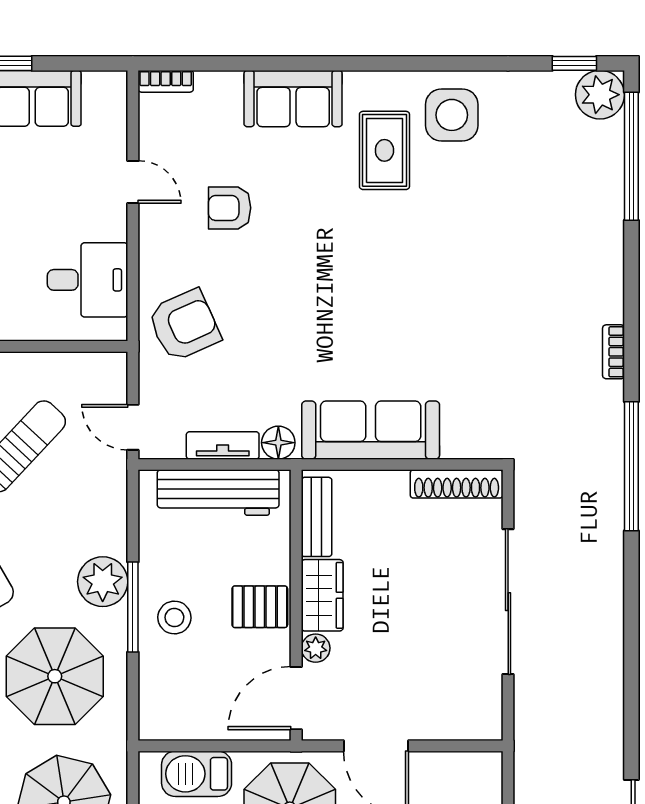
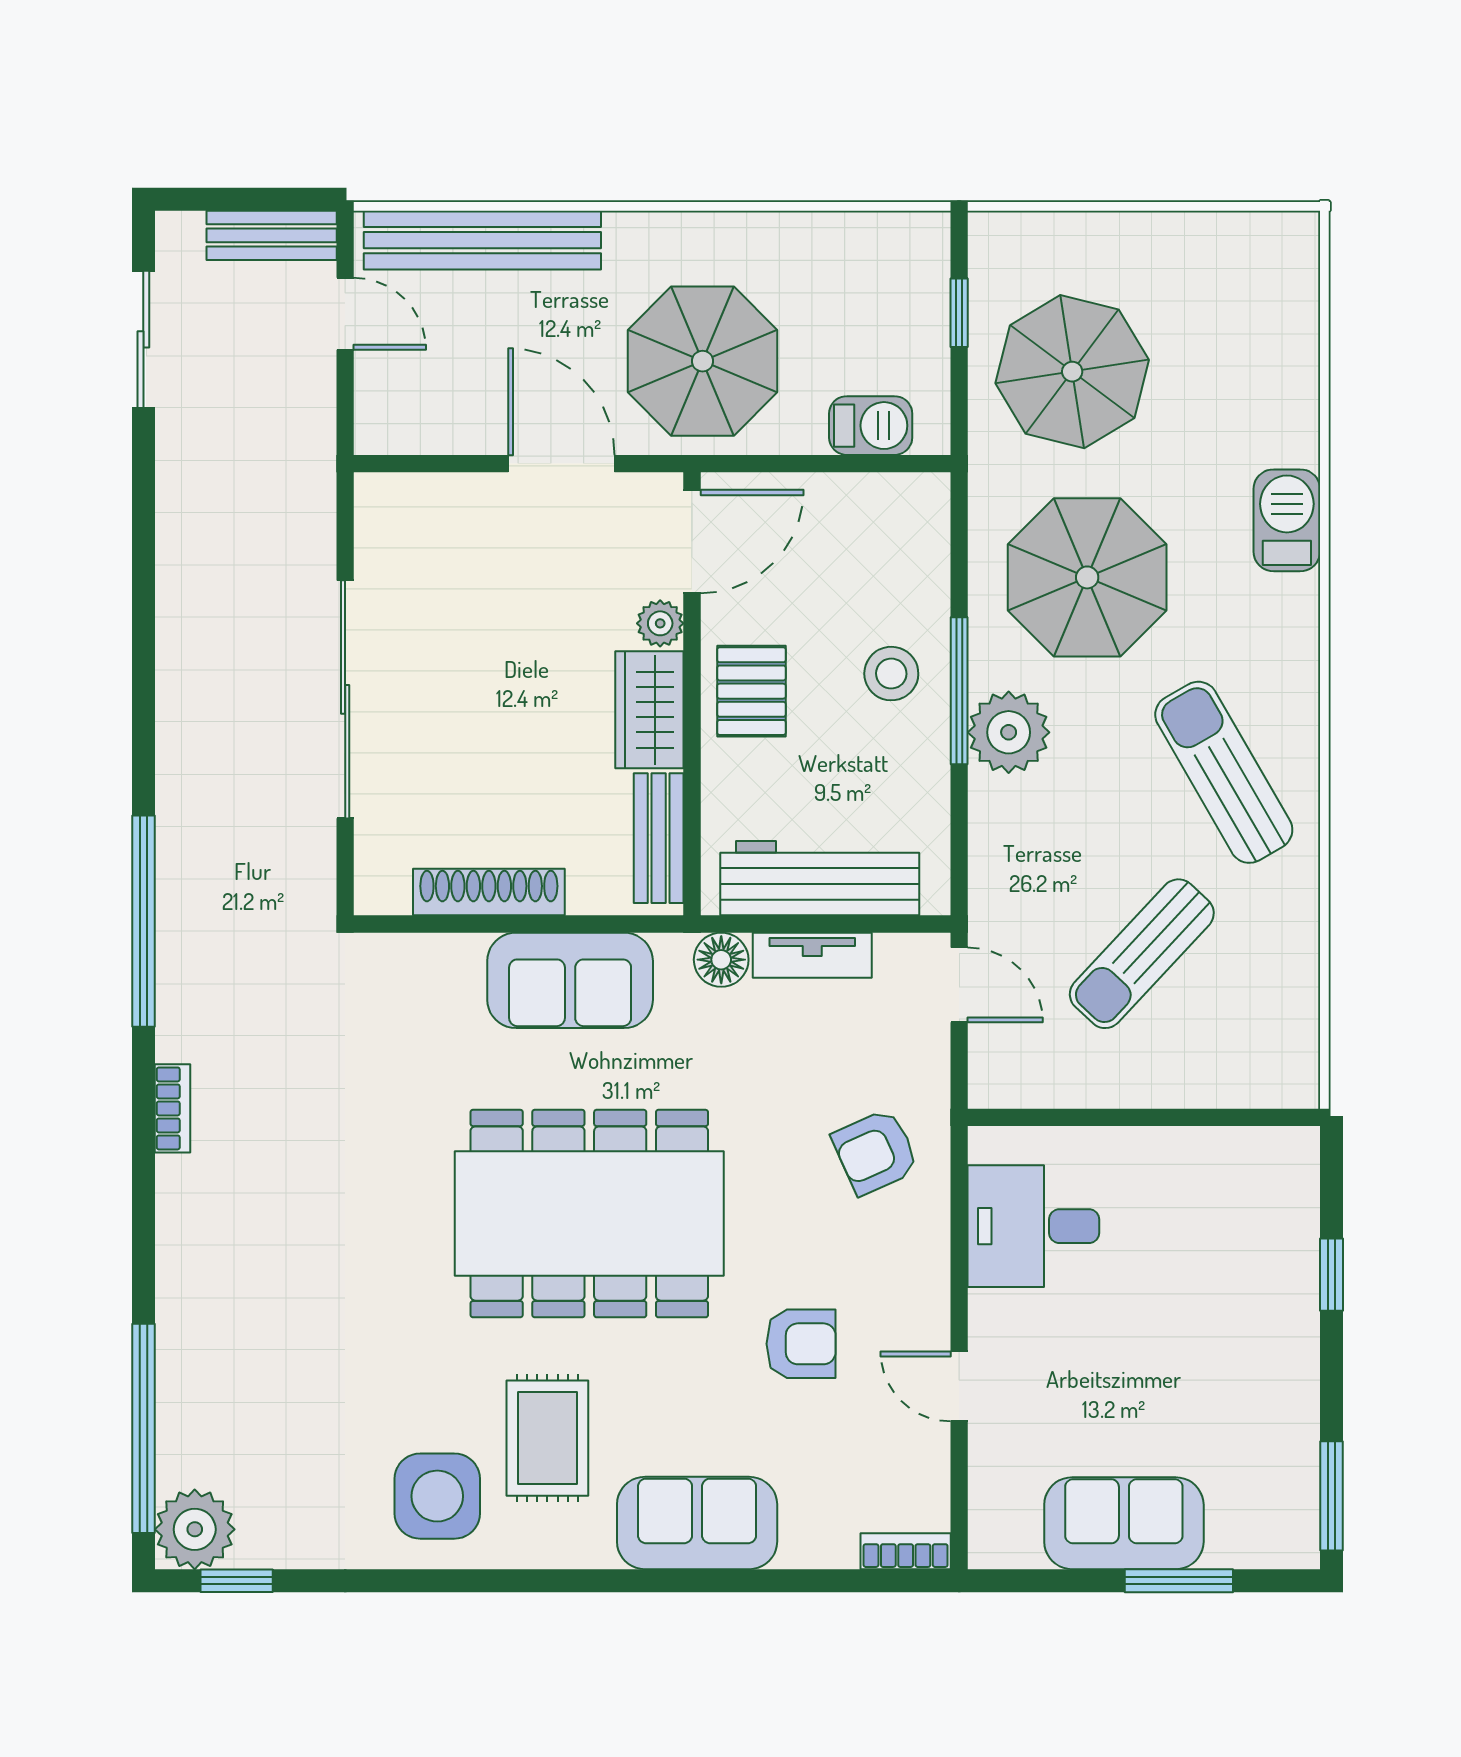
dining table: (359, 288) -> (589, 1214), added
armchair: (184, 325) -> (875, 1152), width x0.72, depth x0.72
sofa: (371, 430) -> (570, 980), width x0.73
shoe rack: (457, 484) -> (489, 892), moved
pallet: (260, 607) -> (751, 691), turned 90
barbecue: (197, 774) -> (871, 426), width x0.73, depth x0.79

